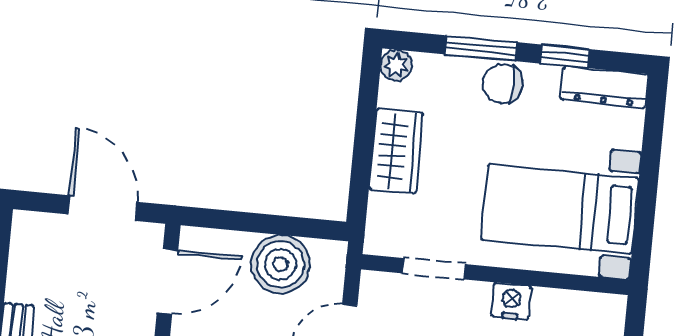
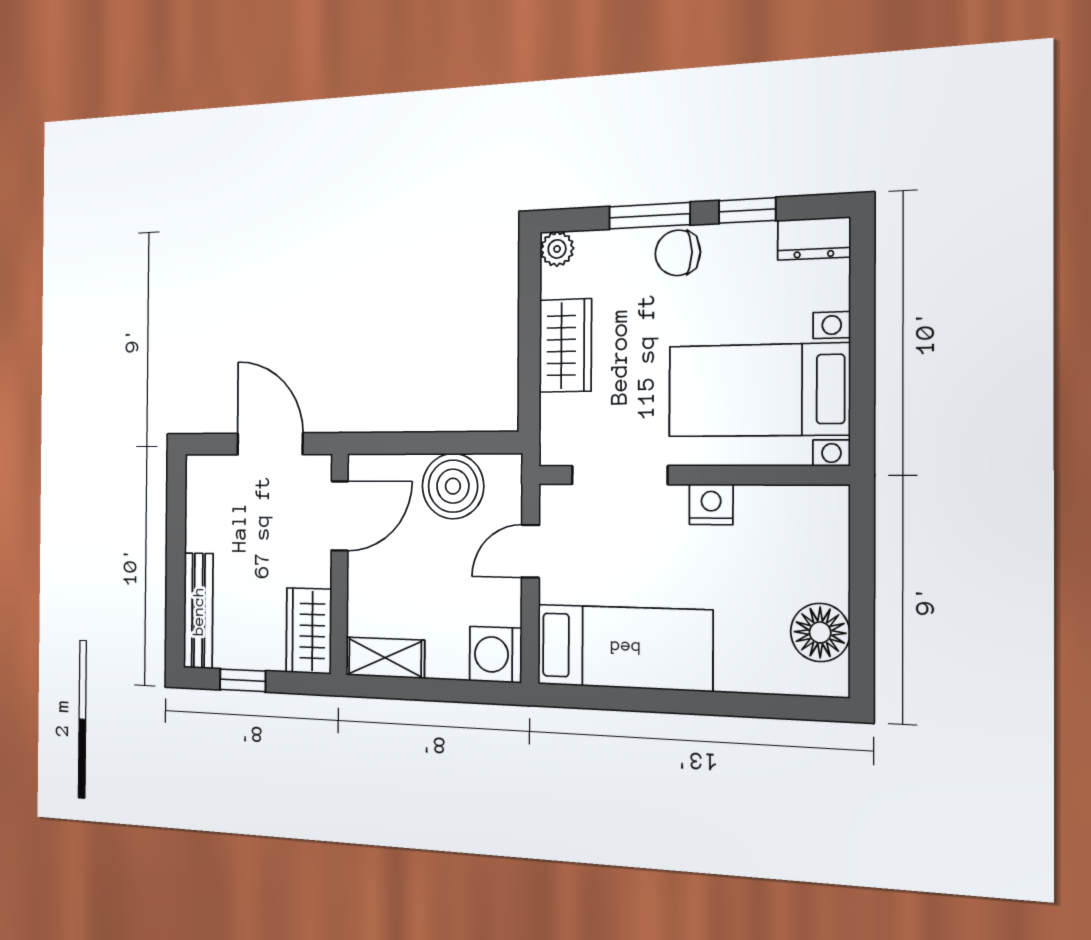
dresser: (605, 87) -> (814, 238), width x0.70
doorway: (434, 269) -> (619, 475), width x1.38

